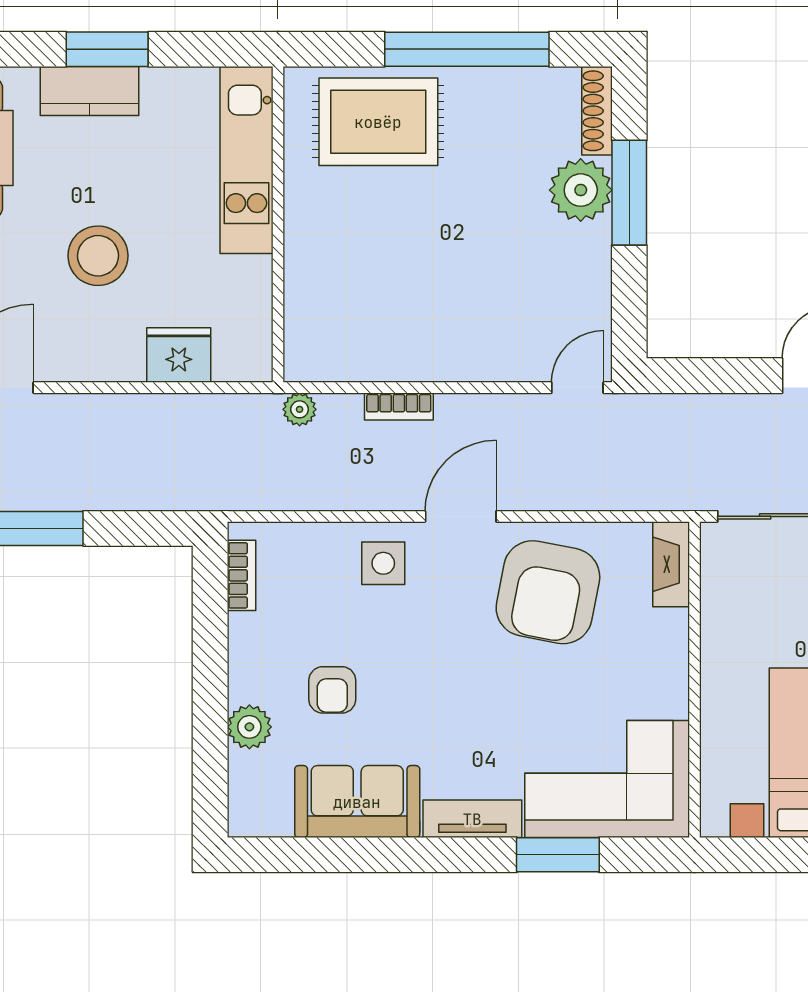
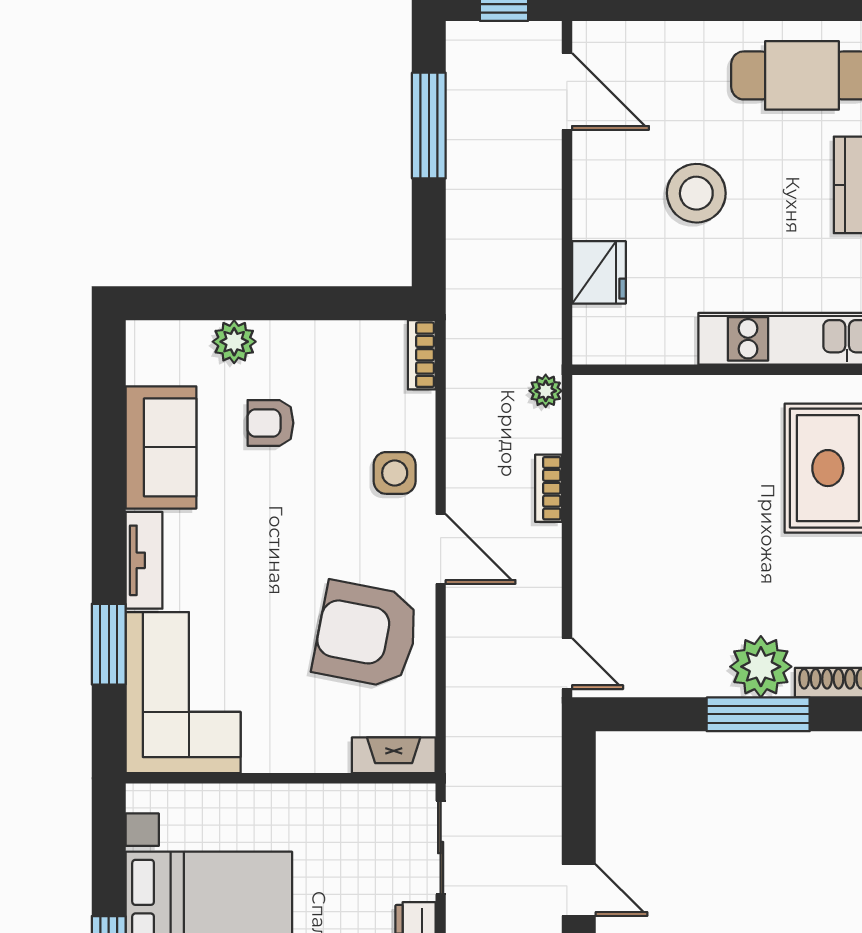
bookcase: (241, 575) -> (422, 355), moved, turned 90

